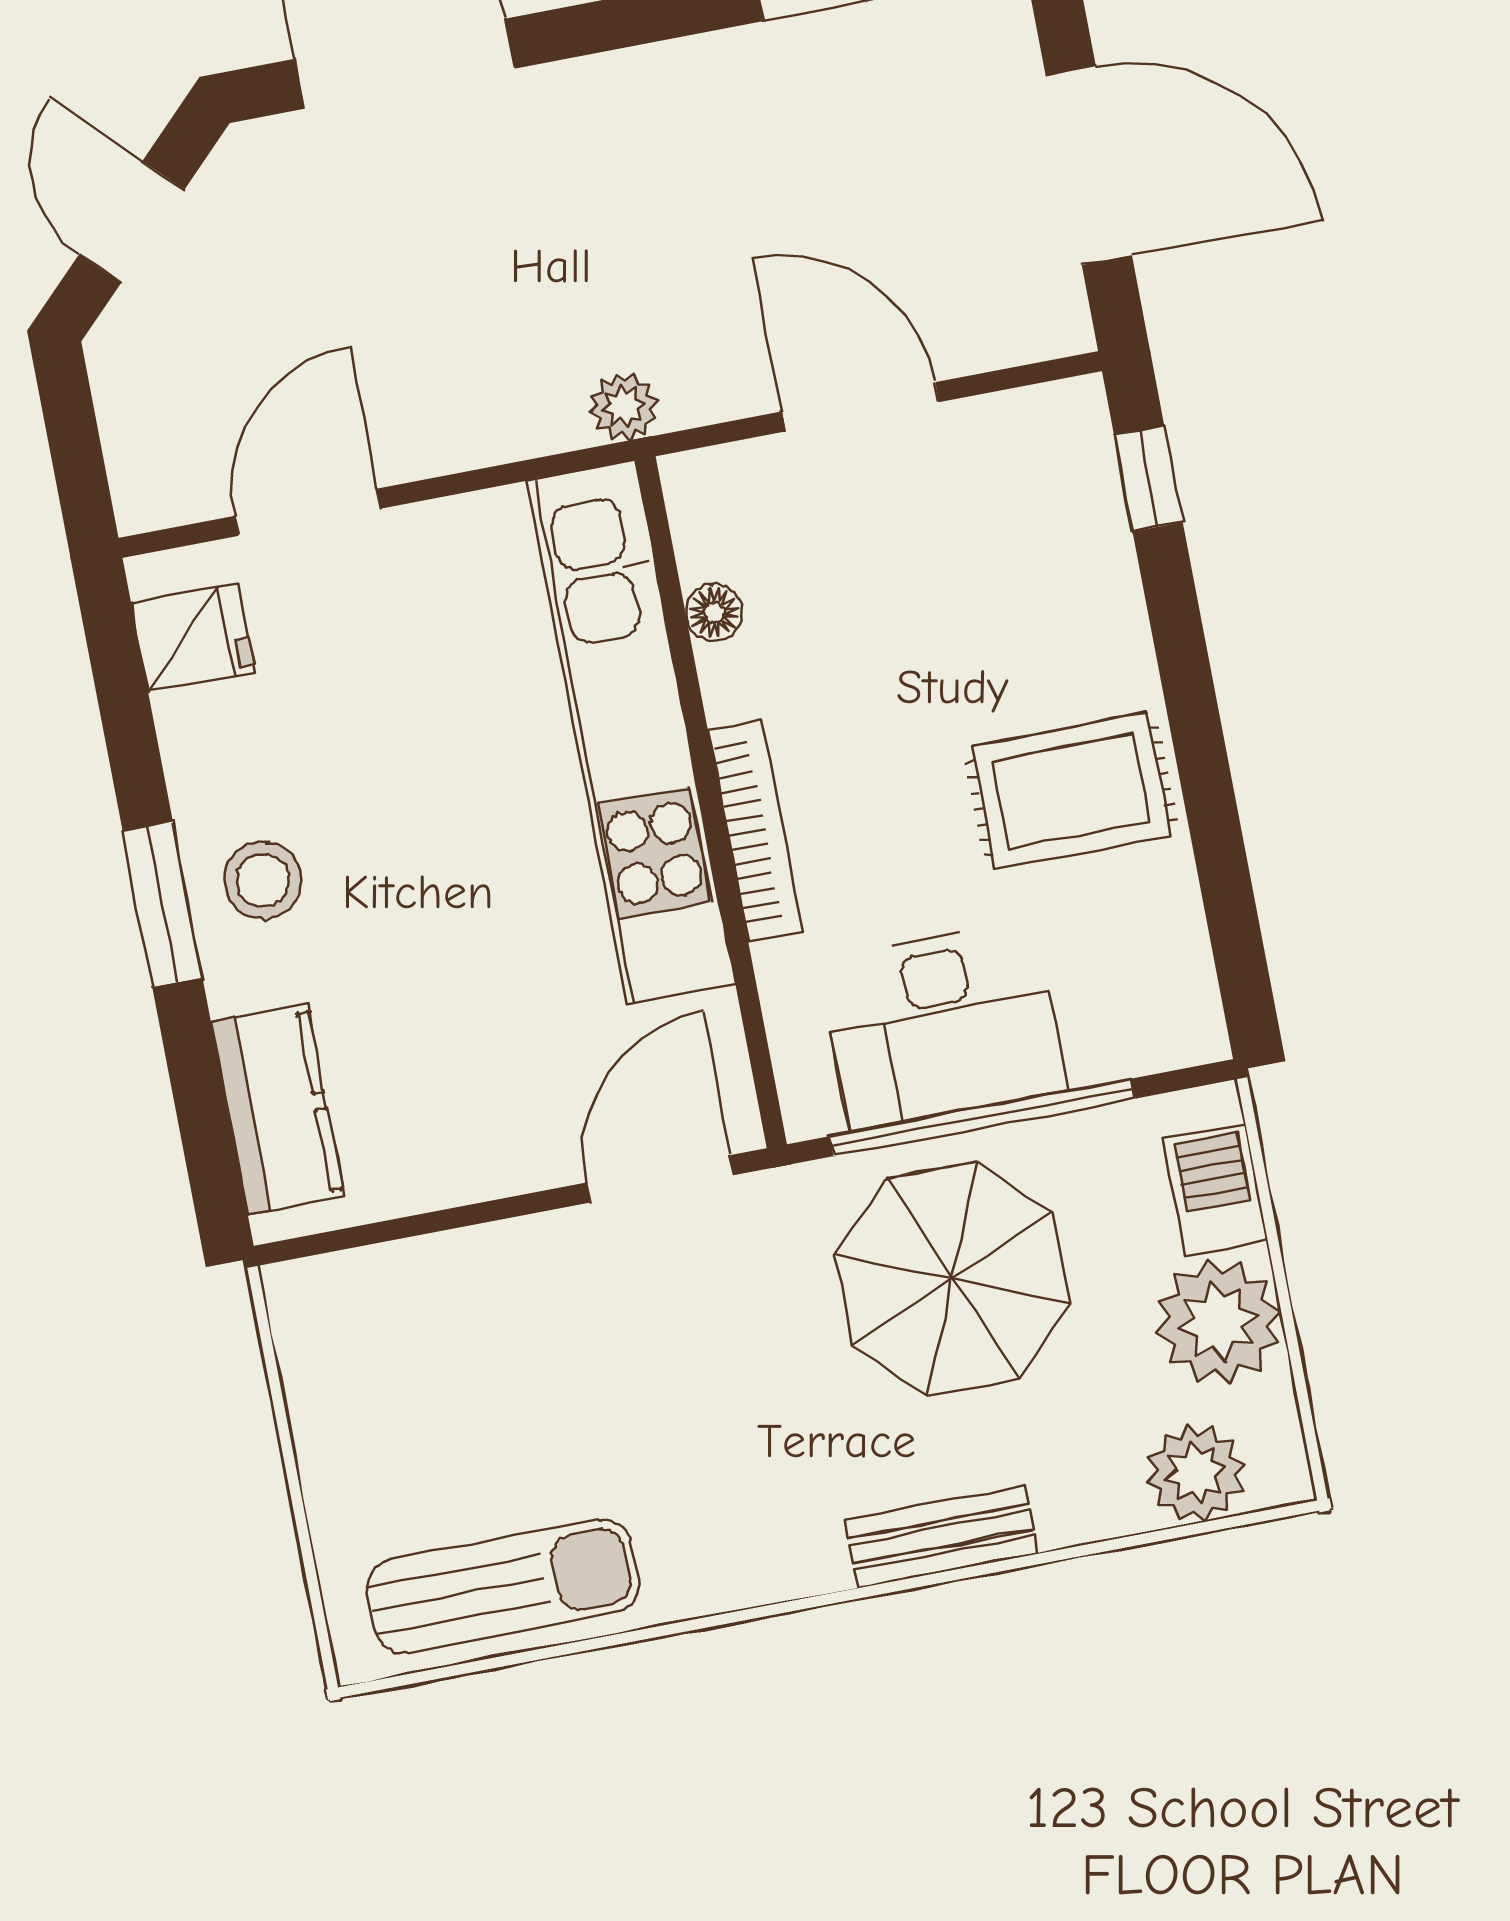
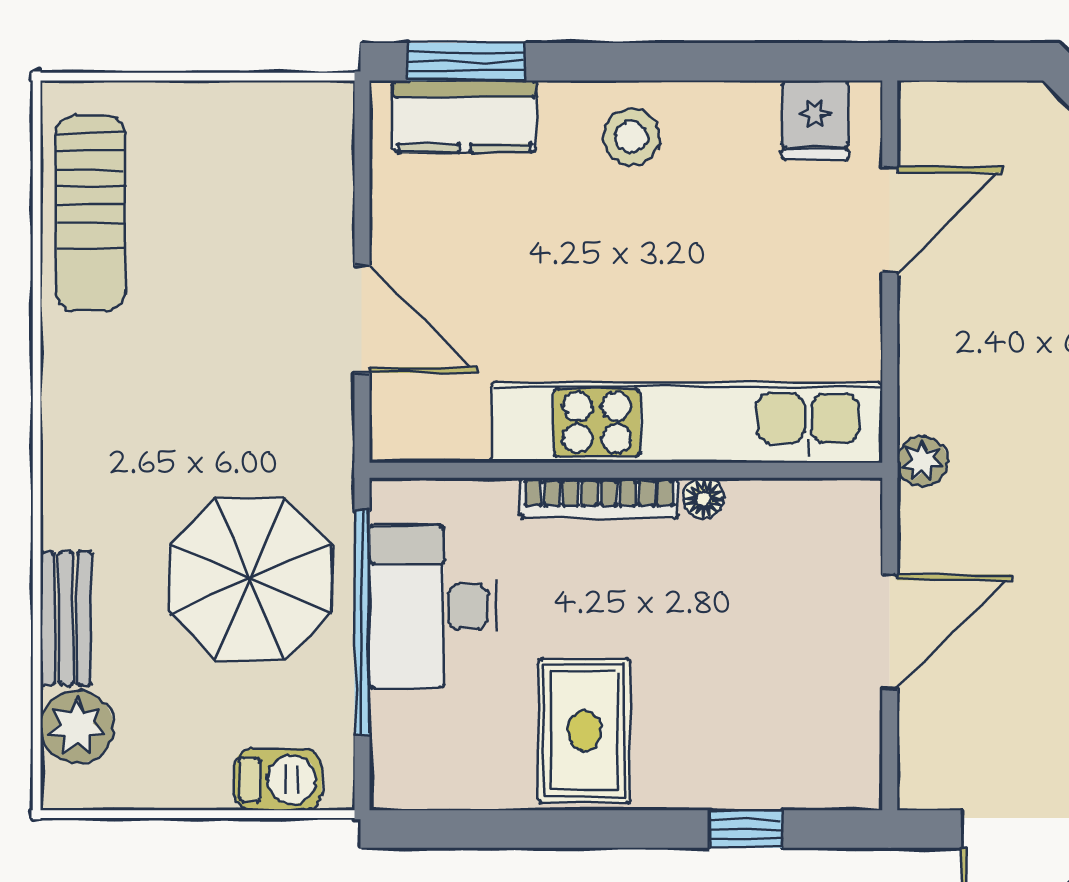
window: (1148, 479) -> (746, 829), moved
door: (308, 512) -> (890, 220), hinge flipped
floor lamp: (714, 613) -> (704, 498), moved
window: (162, 904) -> (466, 62), moved
door: (660, 1179) -> (362, 319), moved
plant: (1218, 1322) -> (183, 764), removed
bench: (941, 1537) -> (66, 618), moved

